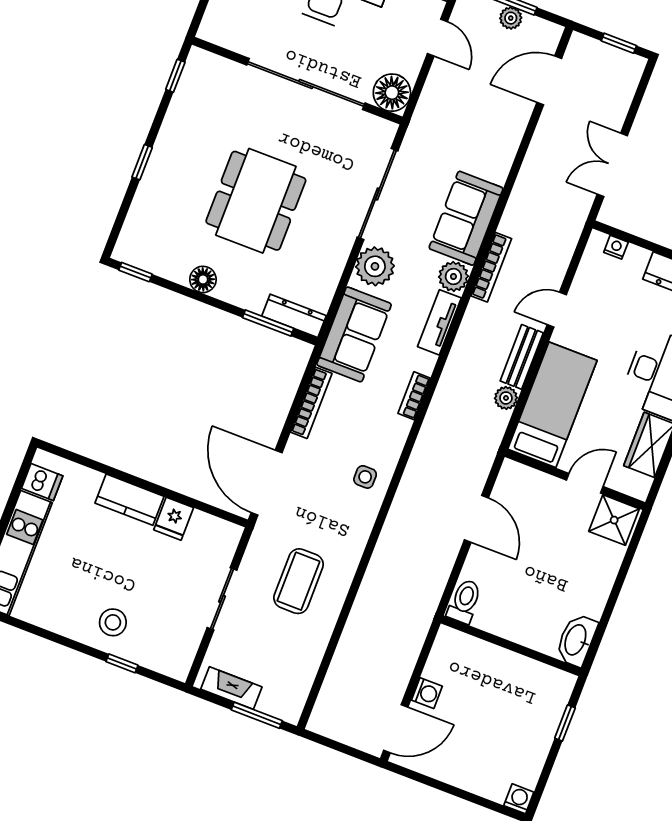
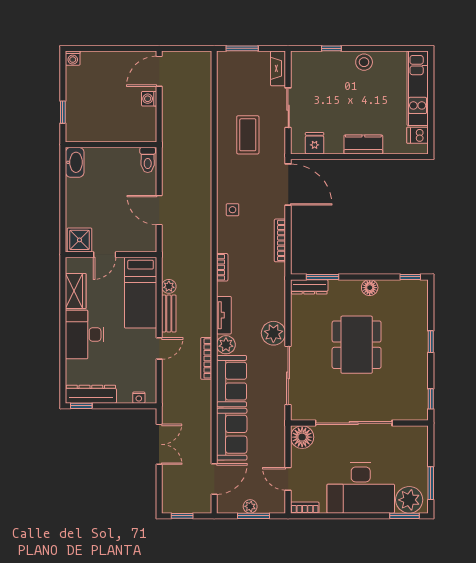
sofa: (354, 334) -> (232, 434), moved, turned 180
fridge: (174, 519) -> (315, 143), moved
stool: (113, 622) -> (364, 62), moved
fireplace: (231, 688) -> (278, 68), moved, turned 90

